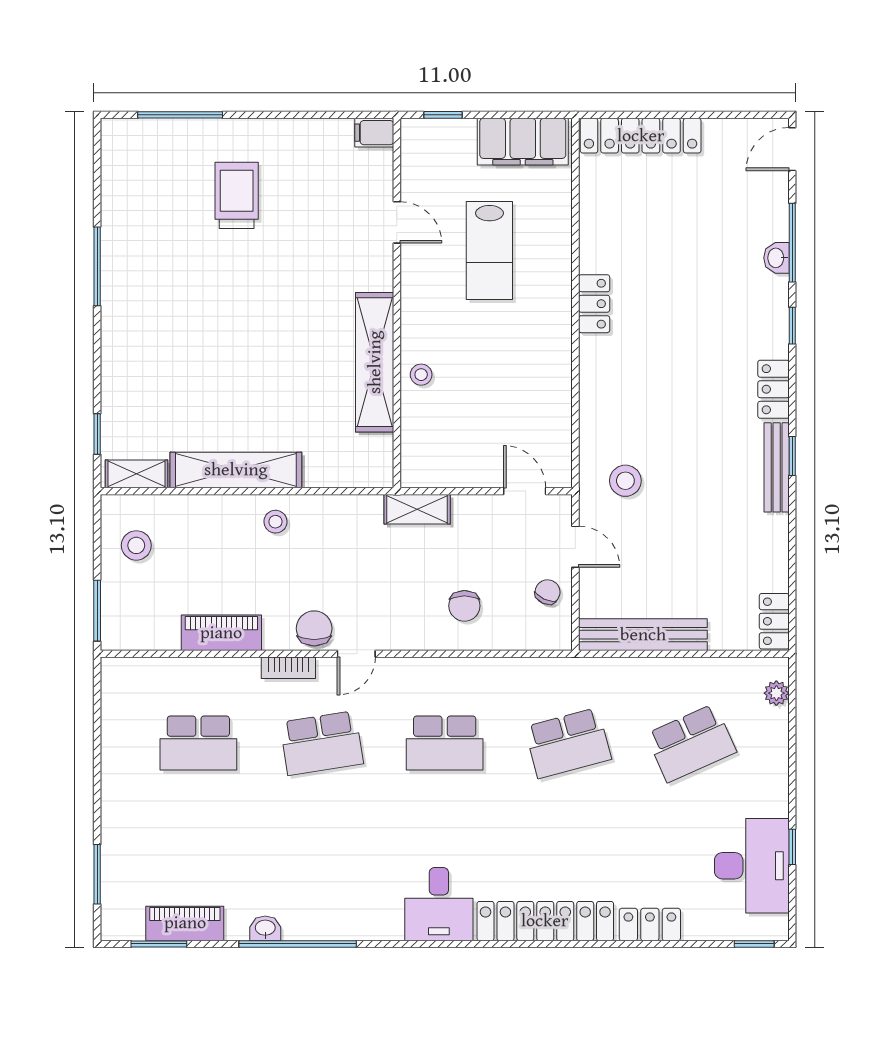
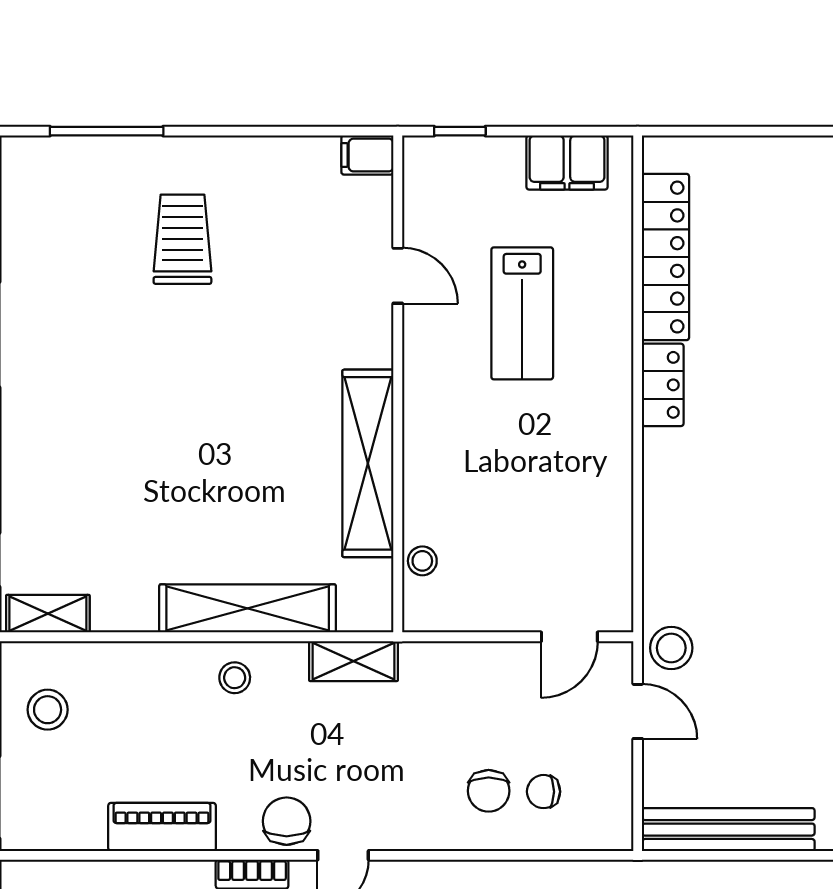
locker: (641, 136) -> (666, 257), moved, turned -90
filing cabinet: (523, 142) -> (567, 163), width x0.67, depth x0.86
stool: (421, 375) -> (422, 561), moved
shelving: (236, 470) -> (248, 608), moved
stool: (625, 481) -> (671, 648), moved
door: (525, 491) -> (569, 637), swing flipped
shelving: (417, 509) -> (354, 661), moved
chair: (548, 592) -> (544, 792), moved, turned -115

